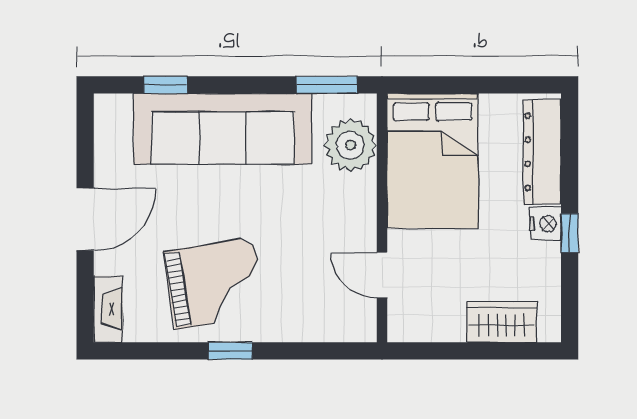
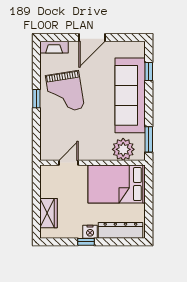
door: (85, 219) -> (92, 37), hinge flipped

